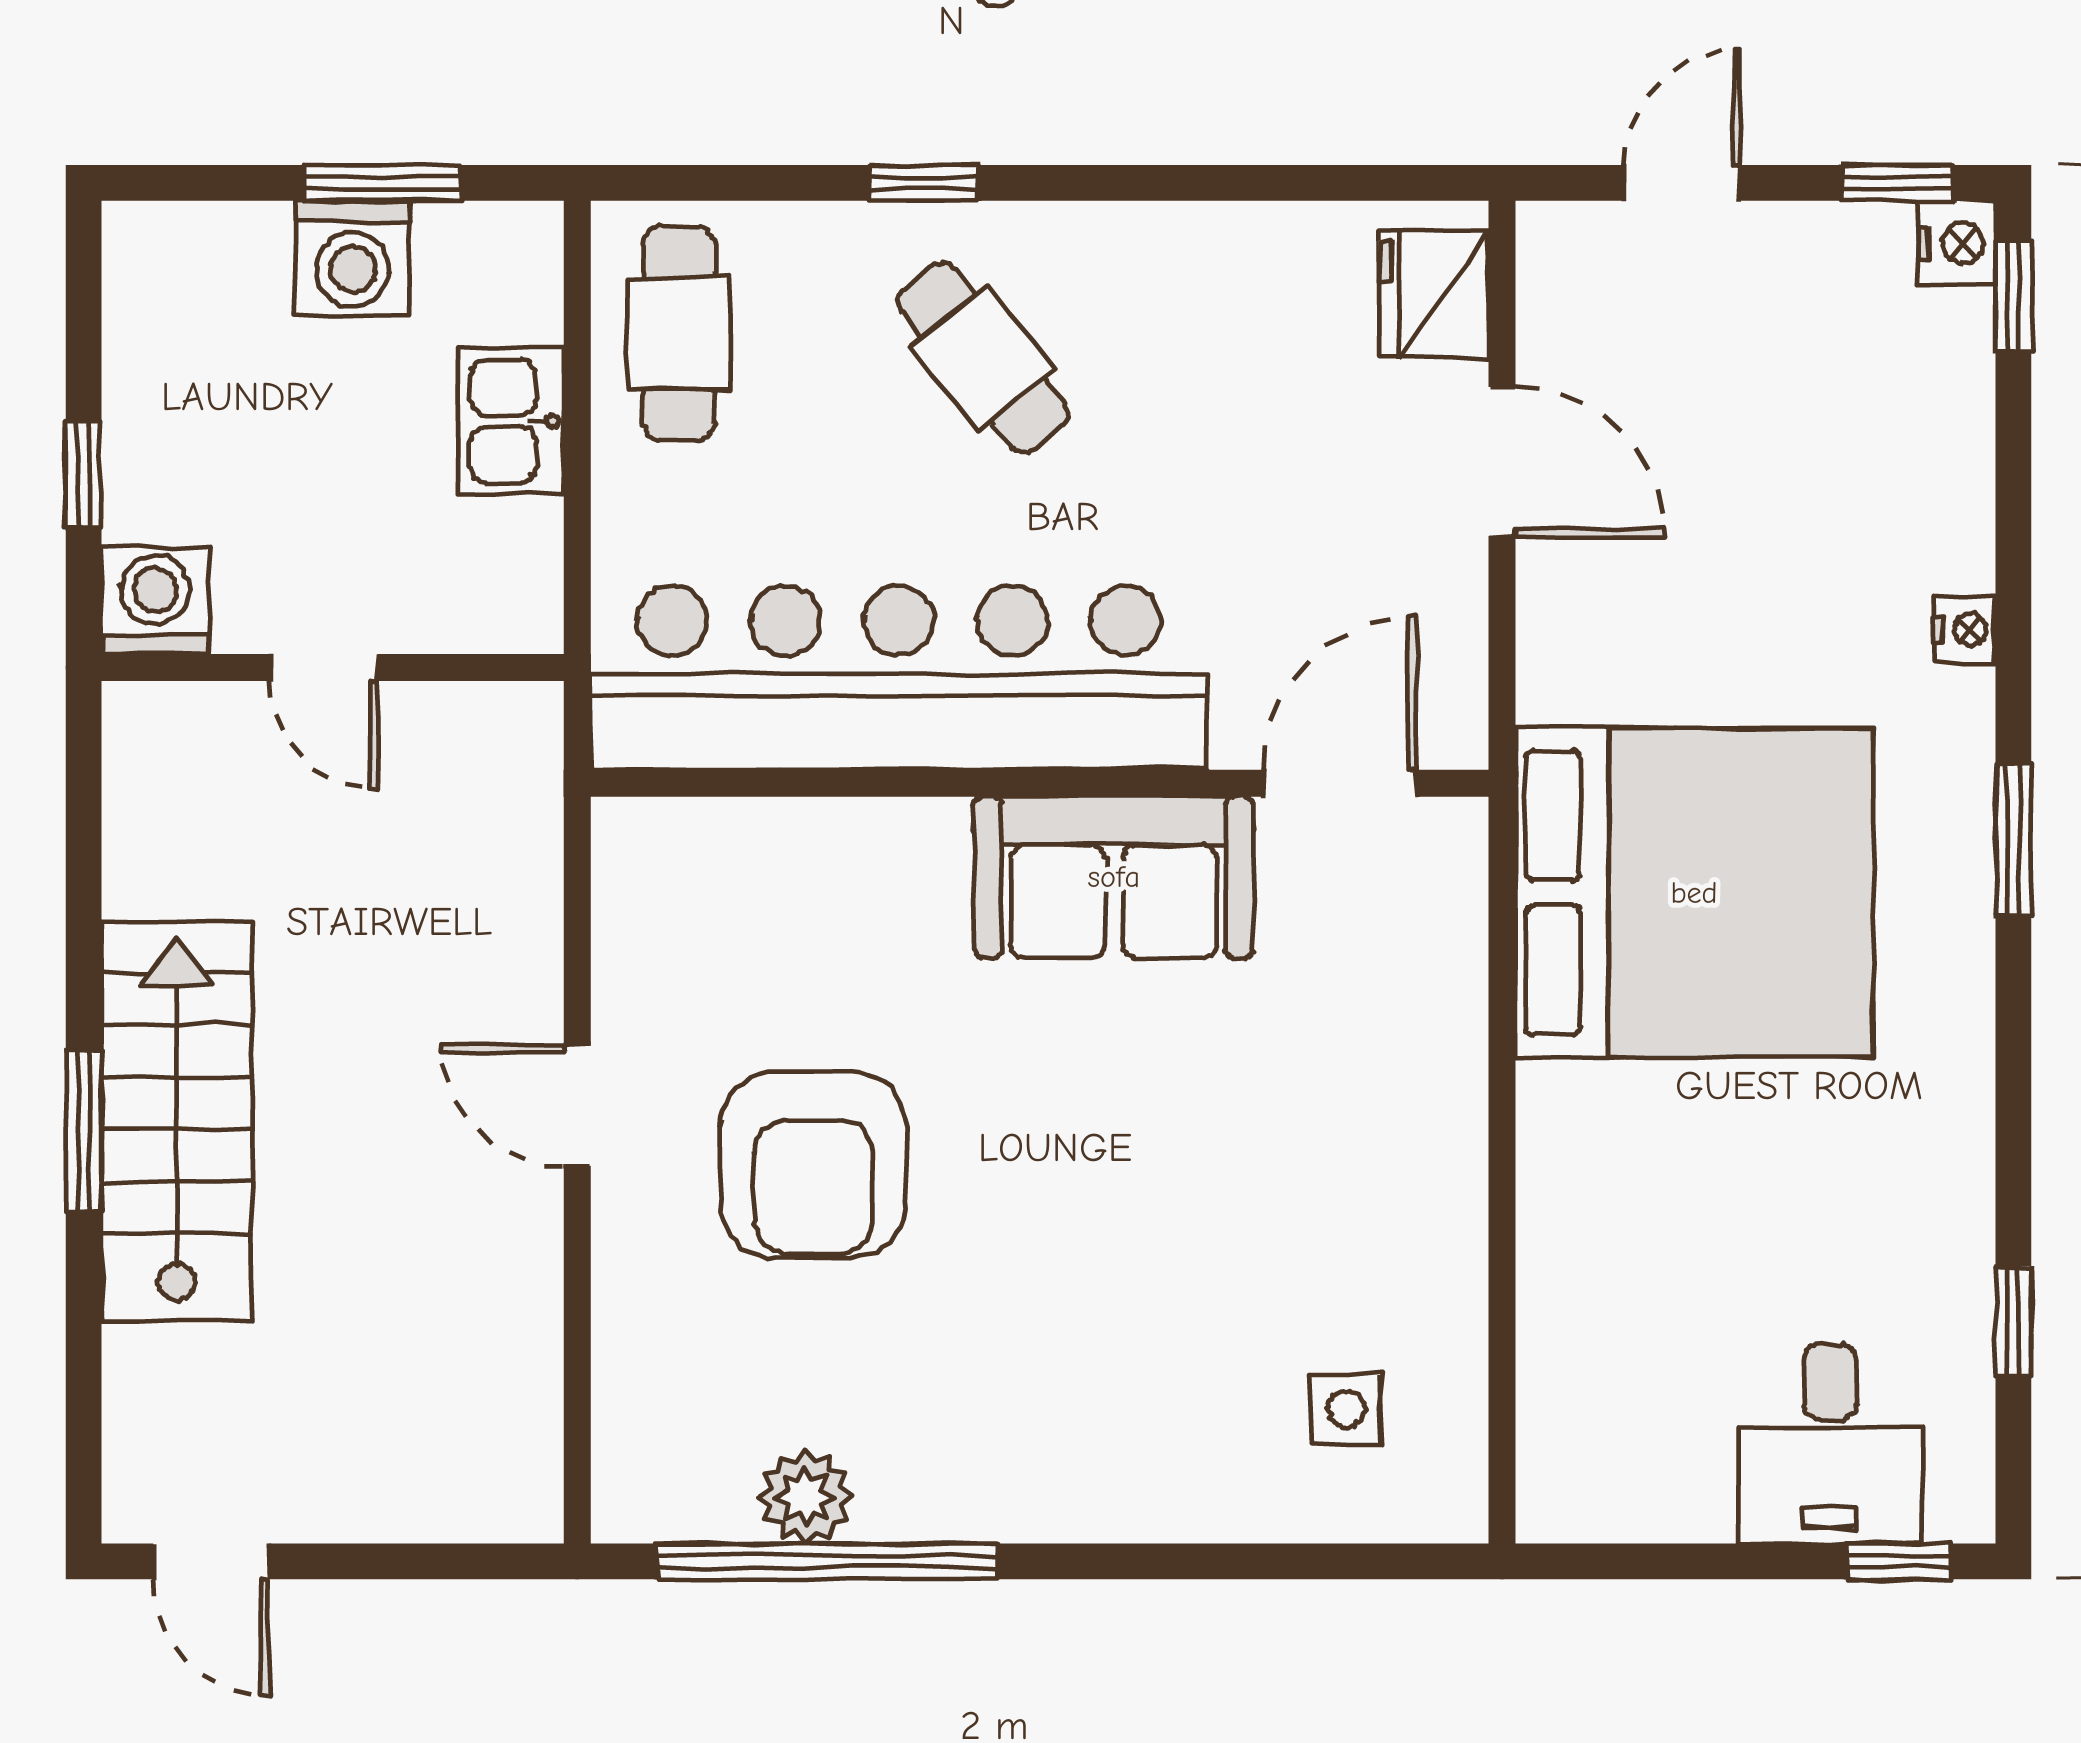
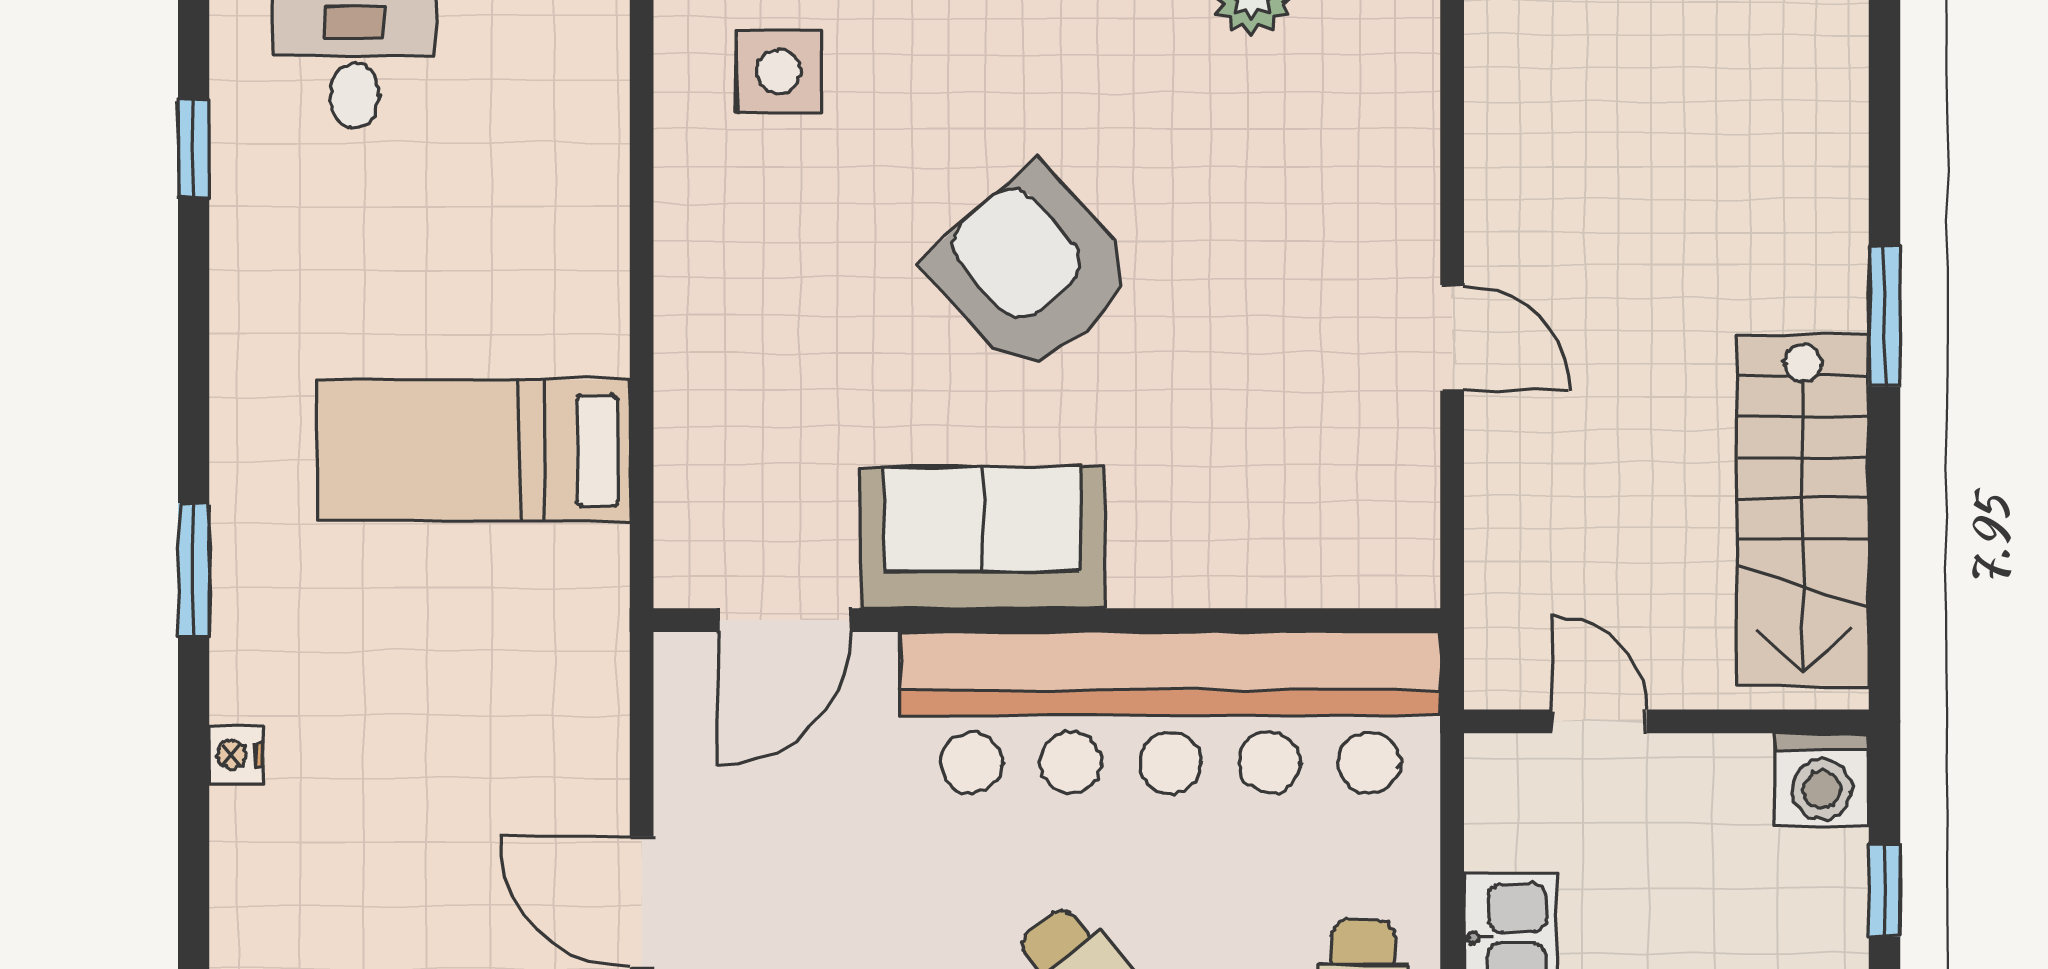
door: (324, 668) -> (1599, 721), moved
bed: (1694, 893) -> (473, 450), width x0.49
stairs: (177, 1121) -> (1803, 510), moved
armchair: (813, 1165) -> (1031, 270), moved, turned -42
side table: (1346, 1409) -> (778, 72), width x1.37, depth x1.37

